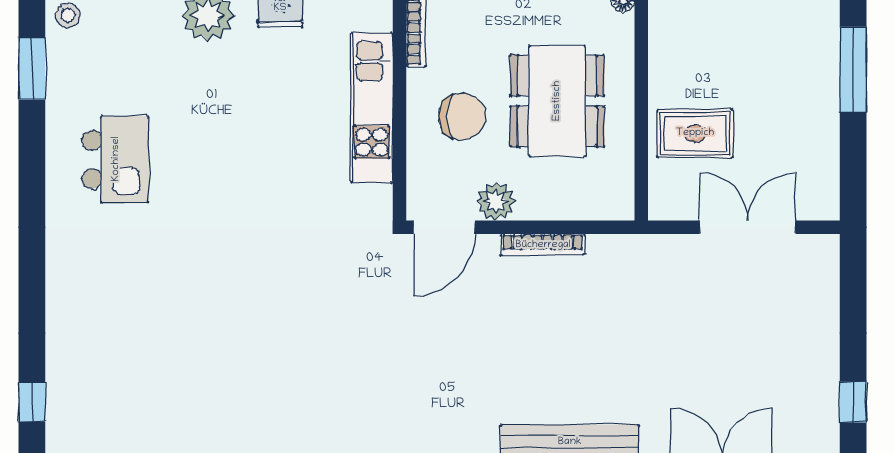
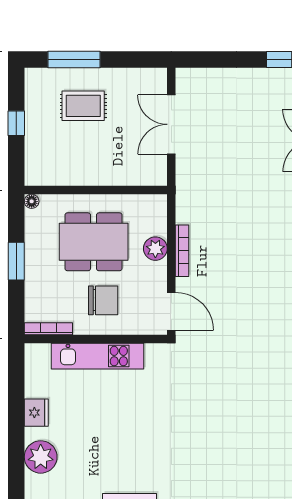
chair: (462, 117) -> (103, 300), turned 90
rug: (695, 133) -> (83, 106), moved, turned 90
plant: (496, 201) -> (155, 249), moved

